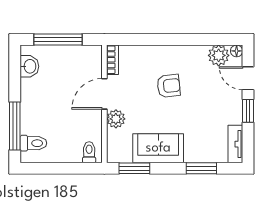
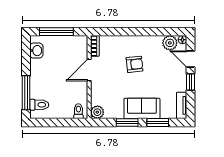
plant: (116, 119) -> (97, 112), moved
sofa: (158, 148) -> (142, 108), moved
window: (134, 168) -> (127, 123), moved

